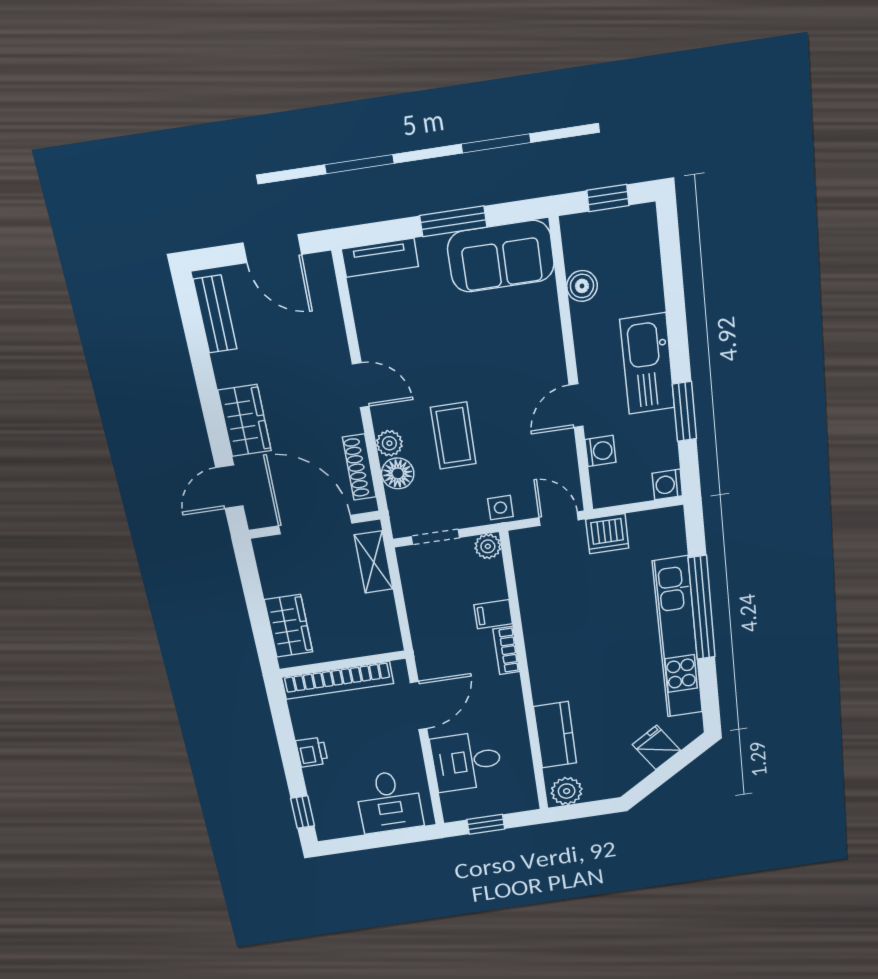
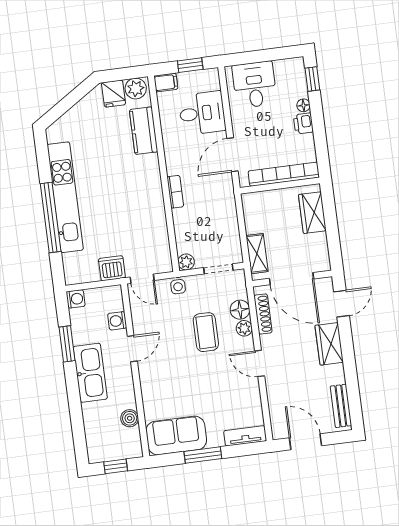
filing cabinet: (493, 614) -> (166, 82), moved
fridge: (656, 747) -> (114, 94), moved, turned 33
floor lamp: (313, 777) -> (303, 105), added

